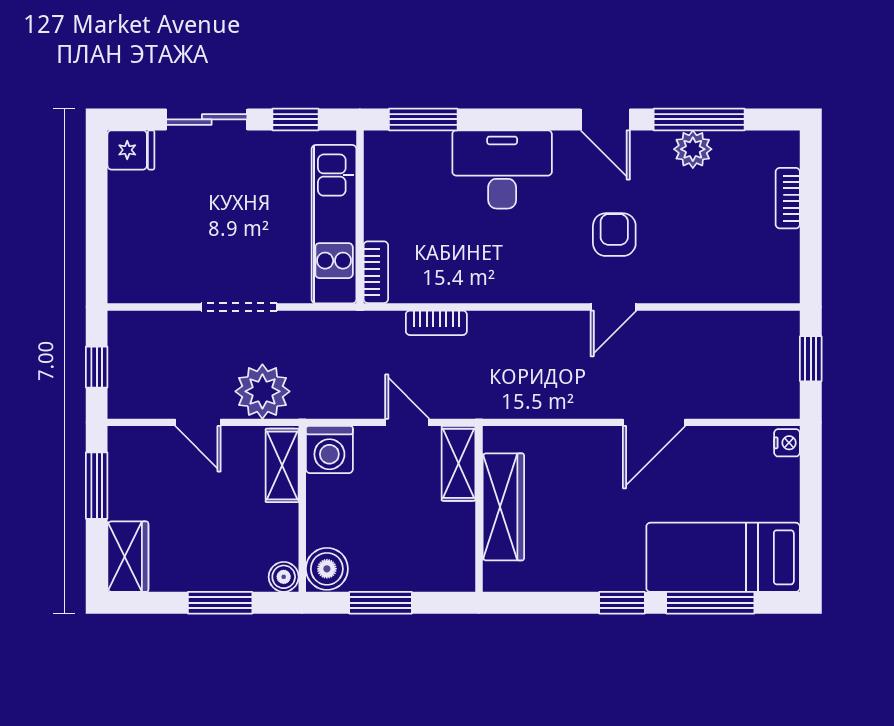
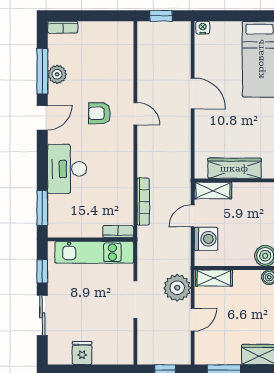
fridge: (131, 150) -> (82, 353), moved
bookcase: (788, 198) -> (63, 27), moved
bookcase: (436, 323) -> (143, 202), width x1.56
washing machine: (329, 450) -> (206, 239), moved

